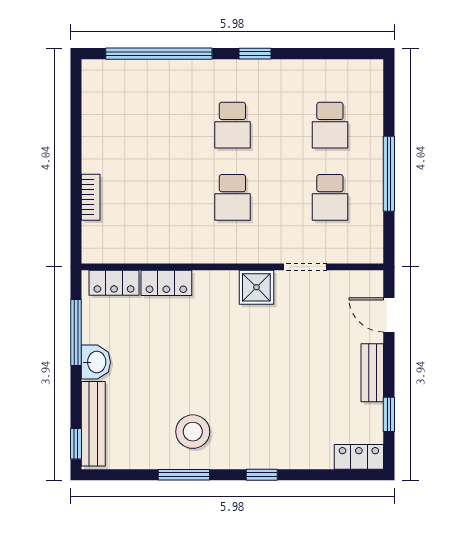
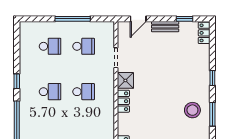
locker: (166, 283) -> (123, 101), moved

